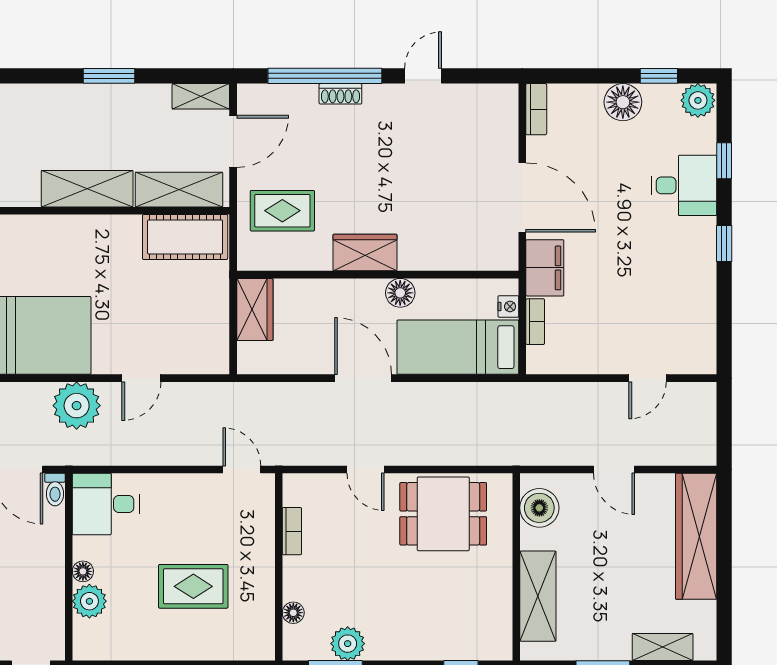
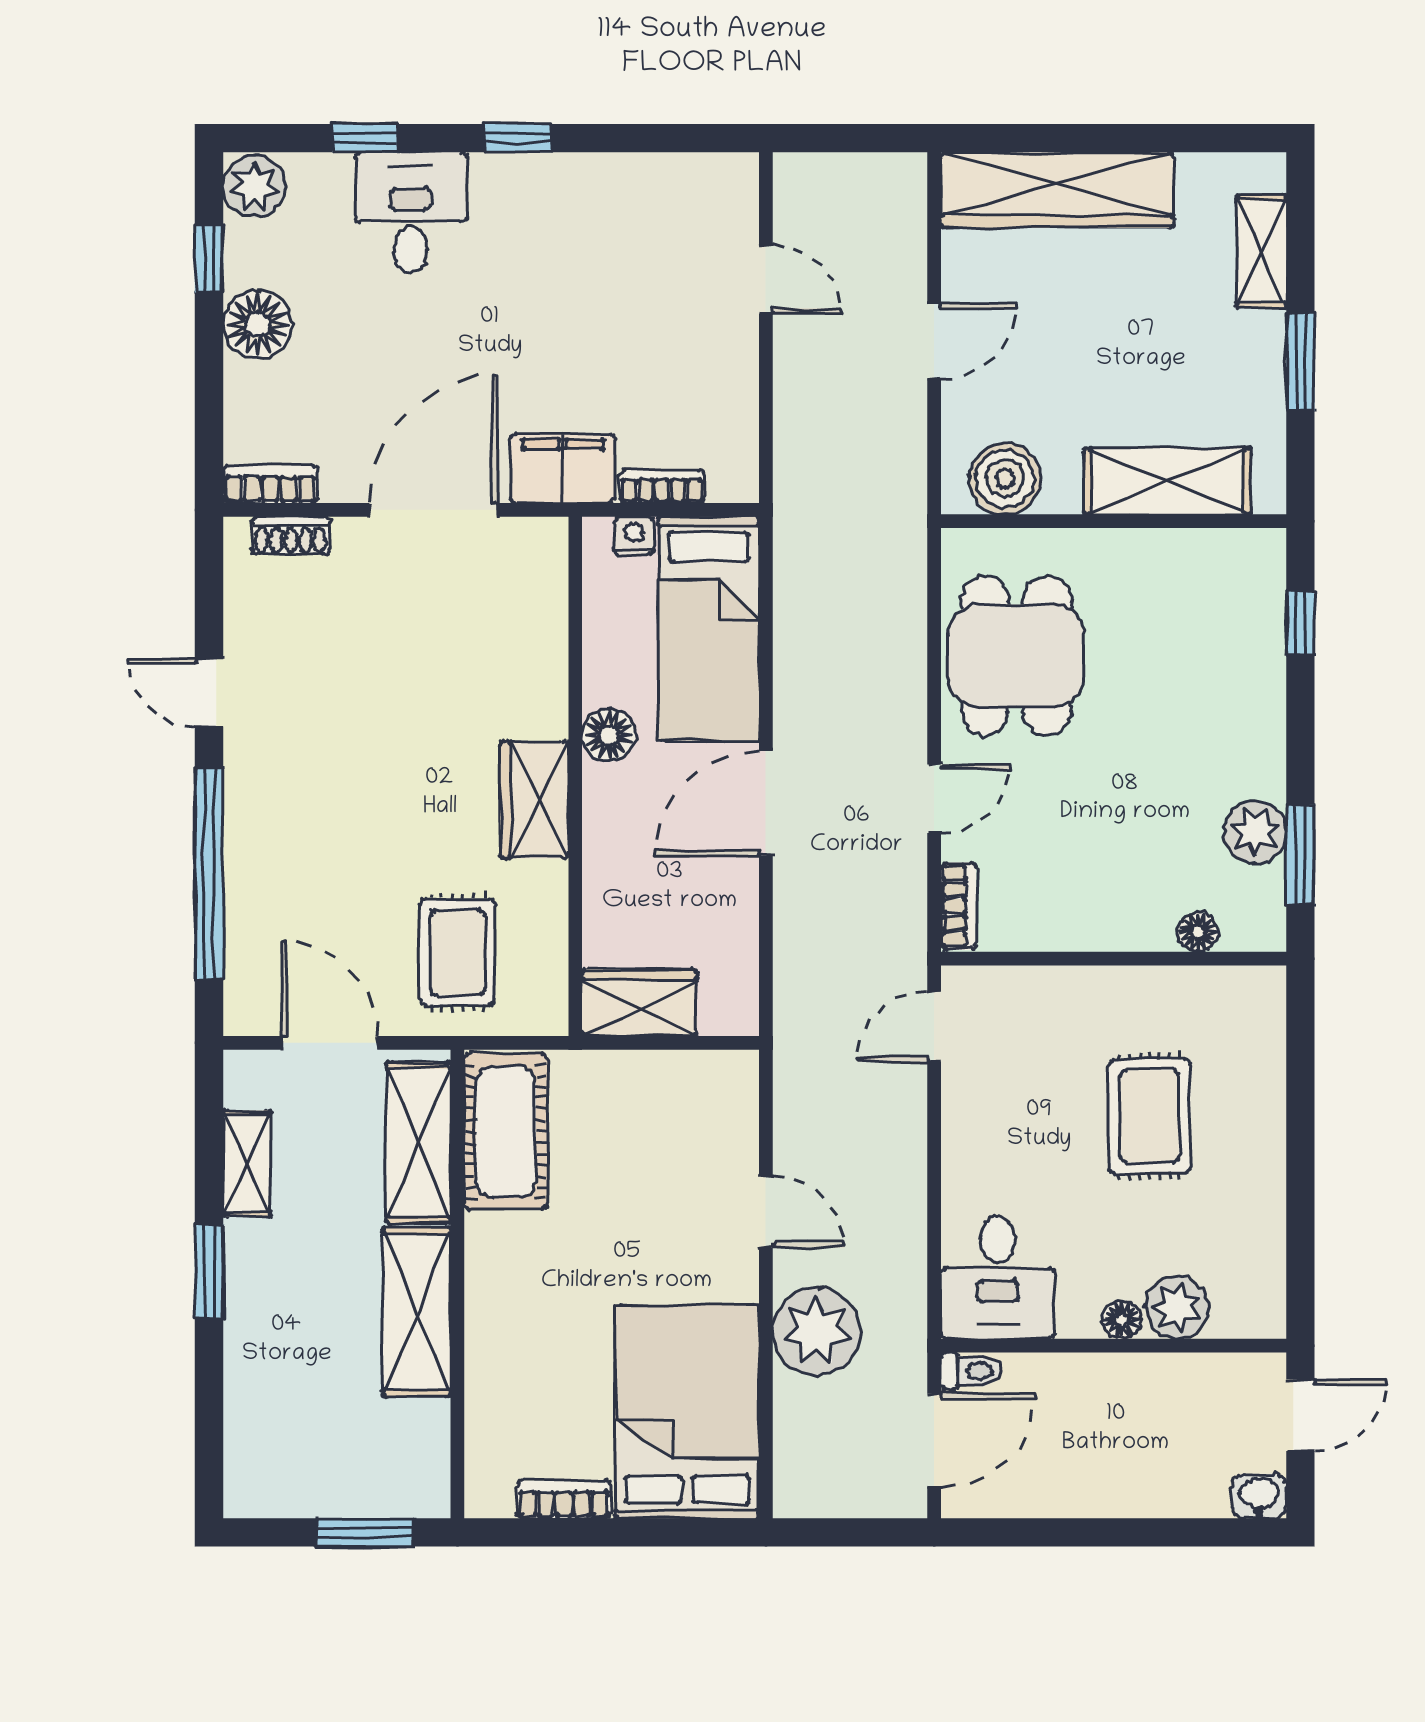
shoe rack: (340, 94) -> (291, 536), moved, turned 90
shelving: (201, 96) -> (247, 1164), moved
bookcase: (292, 531) -> (958, 906), moved, turned 90

